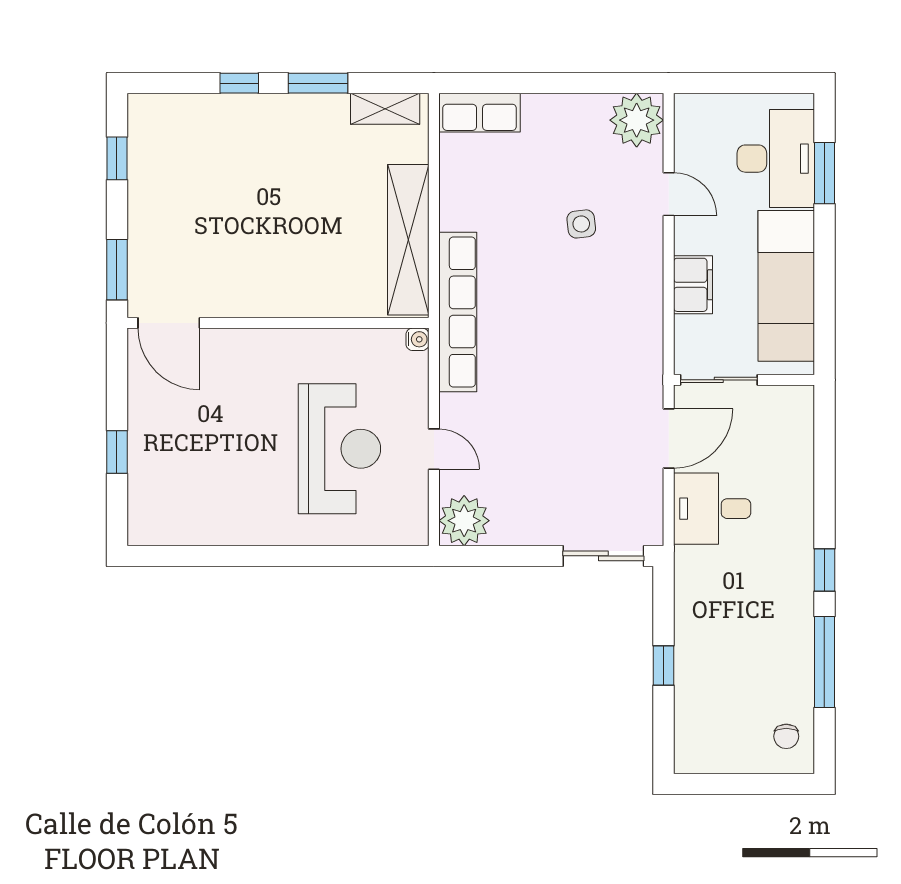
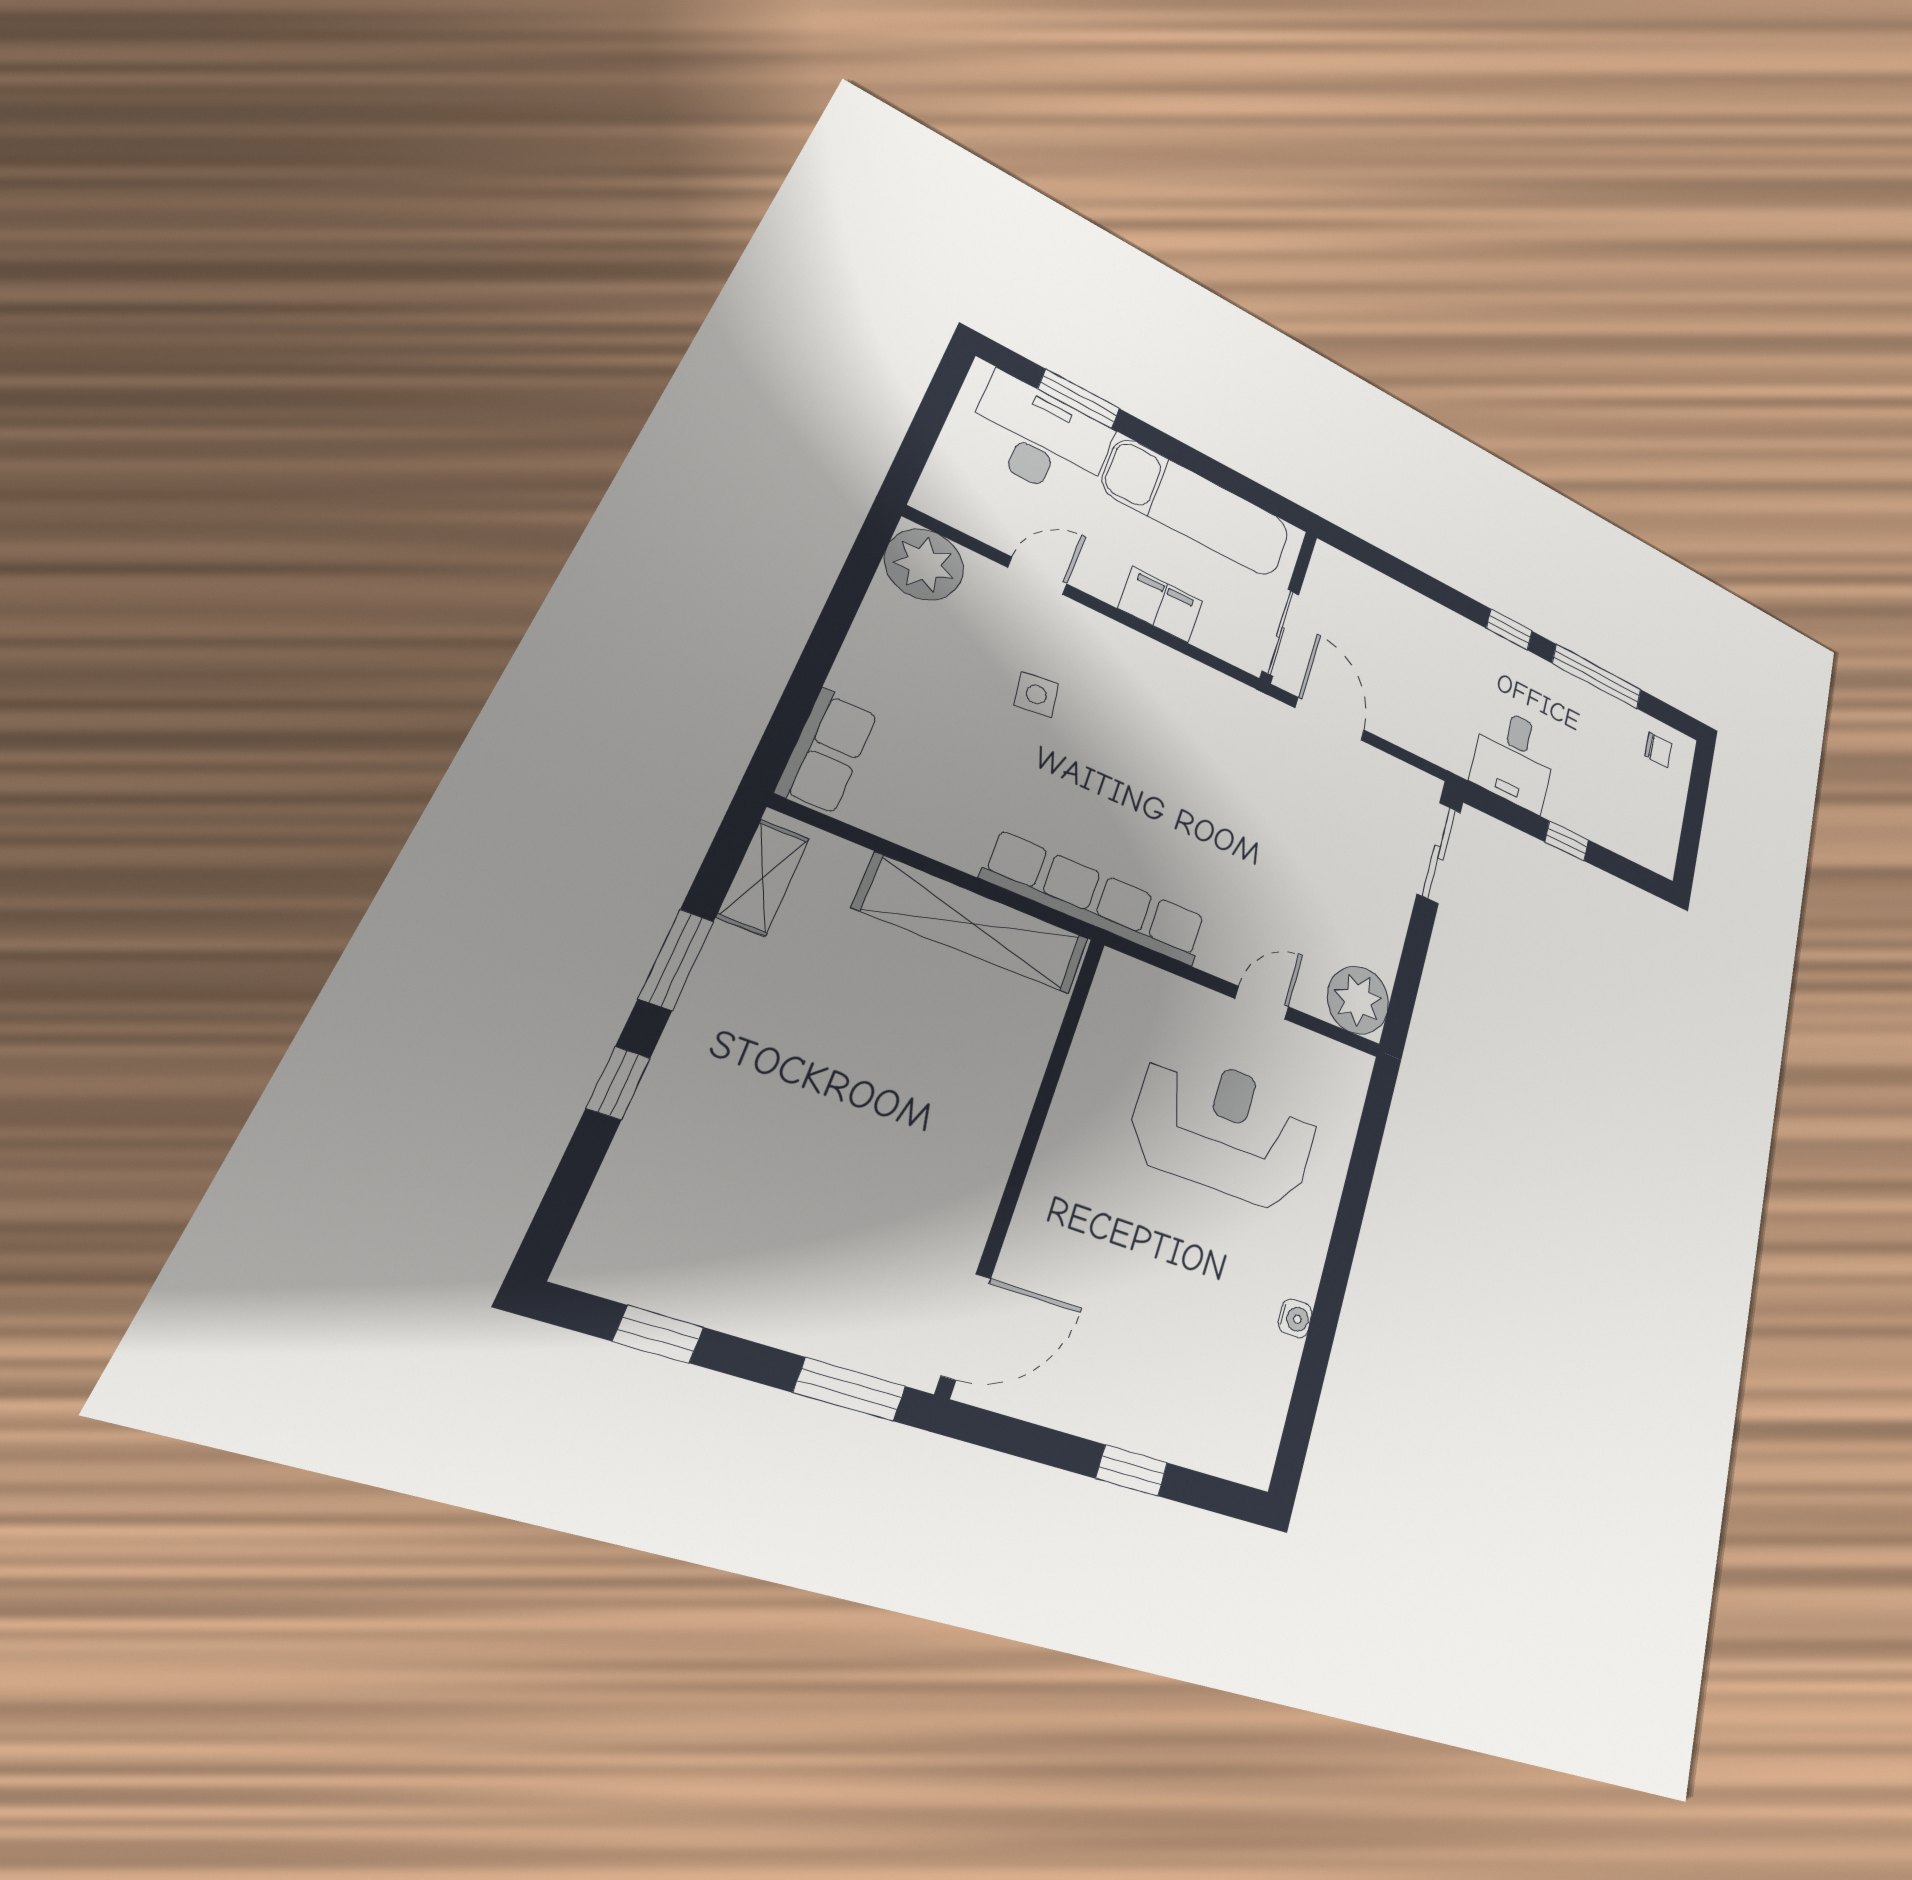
water cooler: (417, 339) -> (1295, 1318), moved, turned 90
desk: (712, 509) -> (1514, 758), moved

